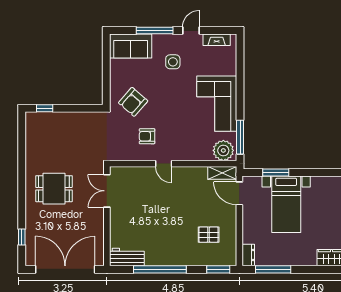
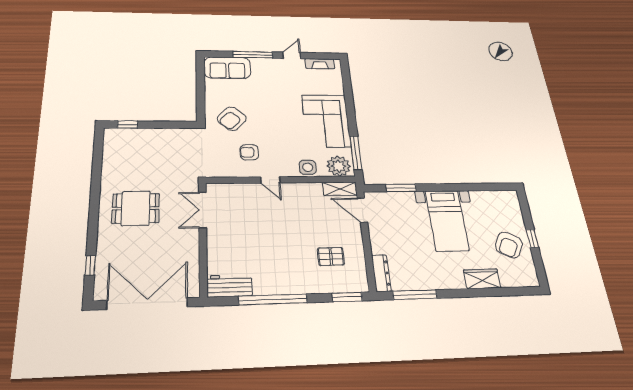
side table: (173, 62) -> (308, 167), moved
bed with nightstands: (286, 204) -> (447, 220), moved
dresser: (248, 255) -> (381, 273), width x1.44

